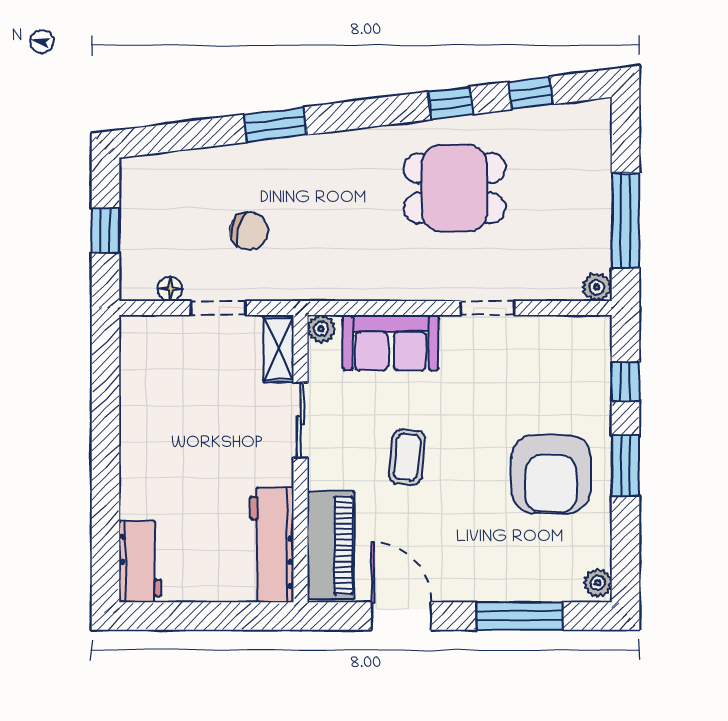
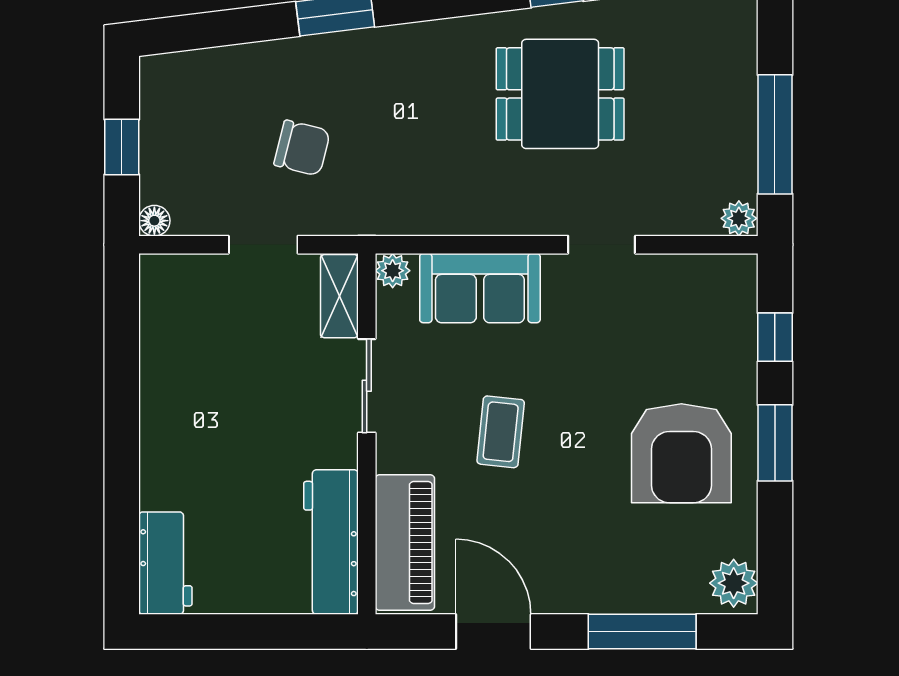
floor lamp: (170, 289) -> (154, 221), moved
plant: (598, 583) -> (734, 583), width x1.38, depth x1.38

